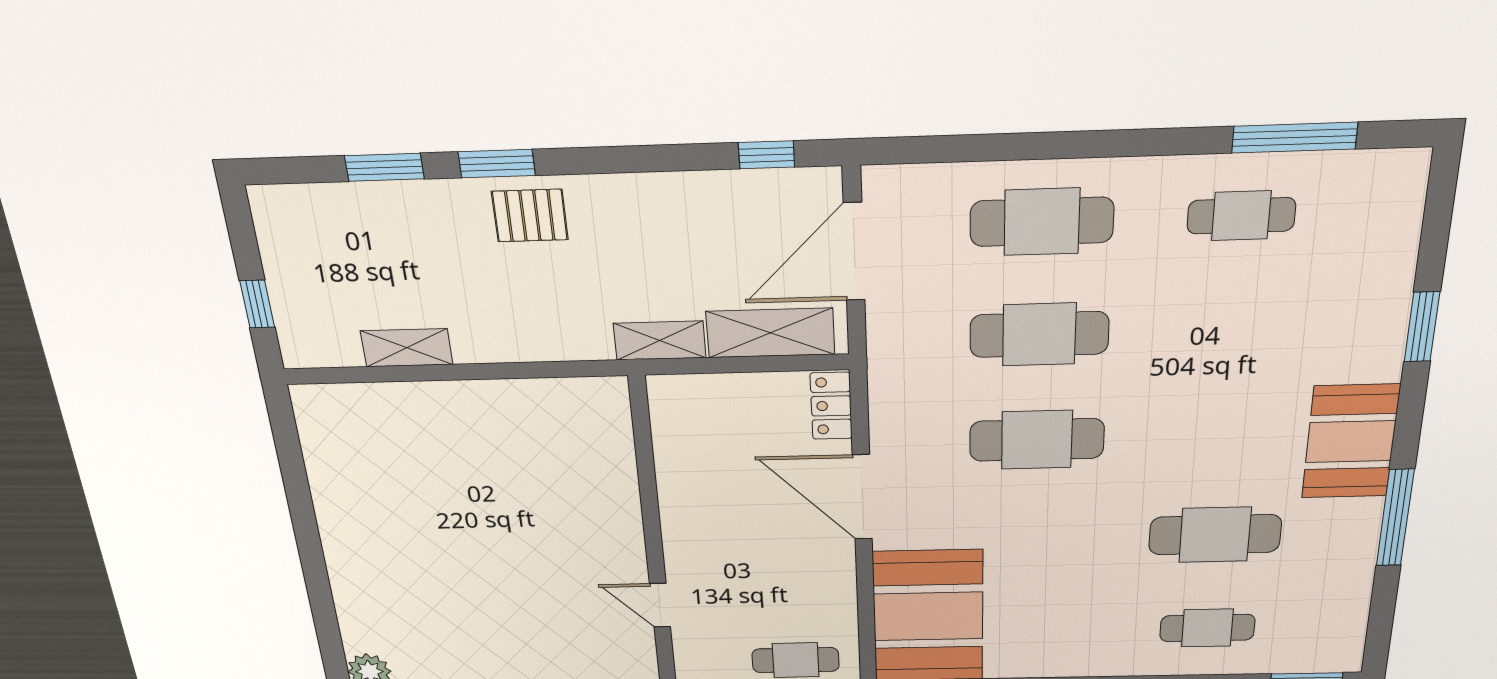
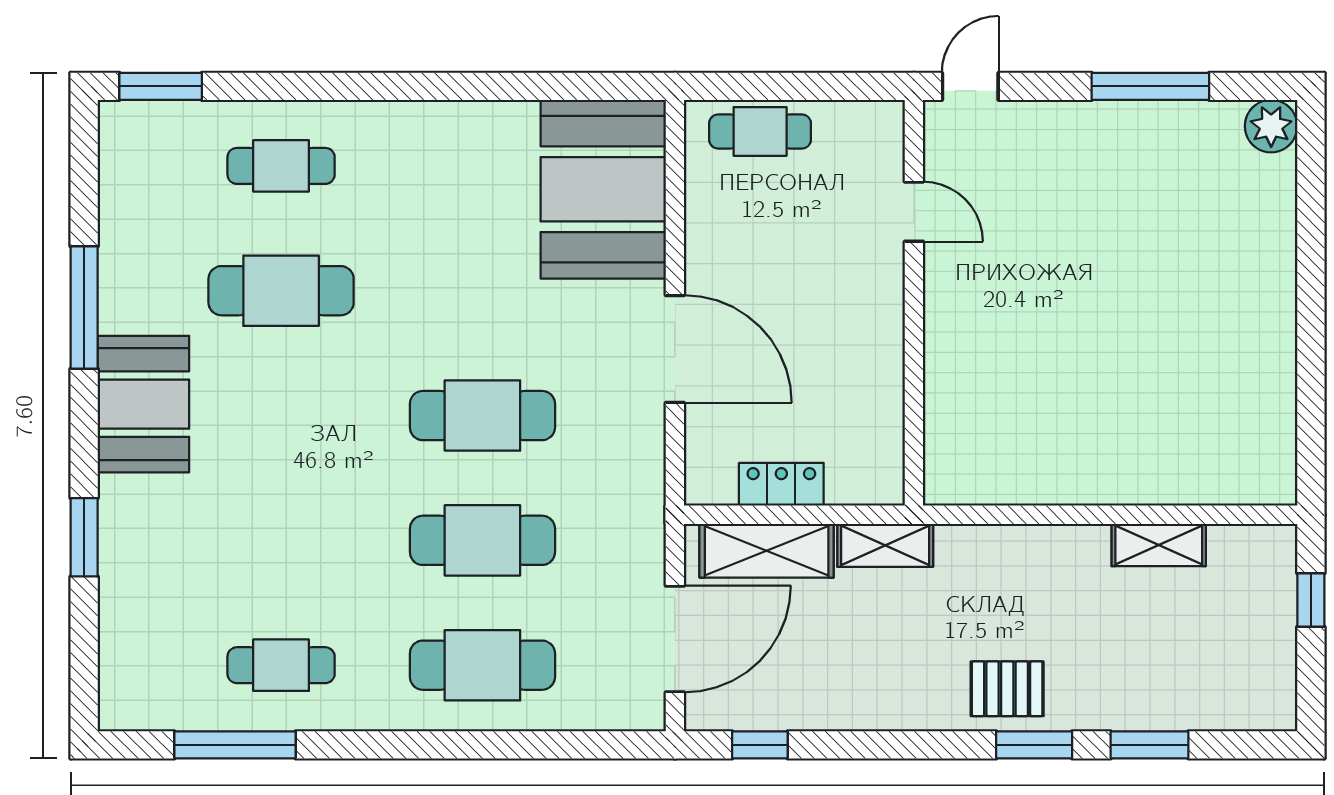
locker: (831, 406) -> (781, 484), moved, turned -90

